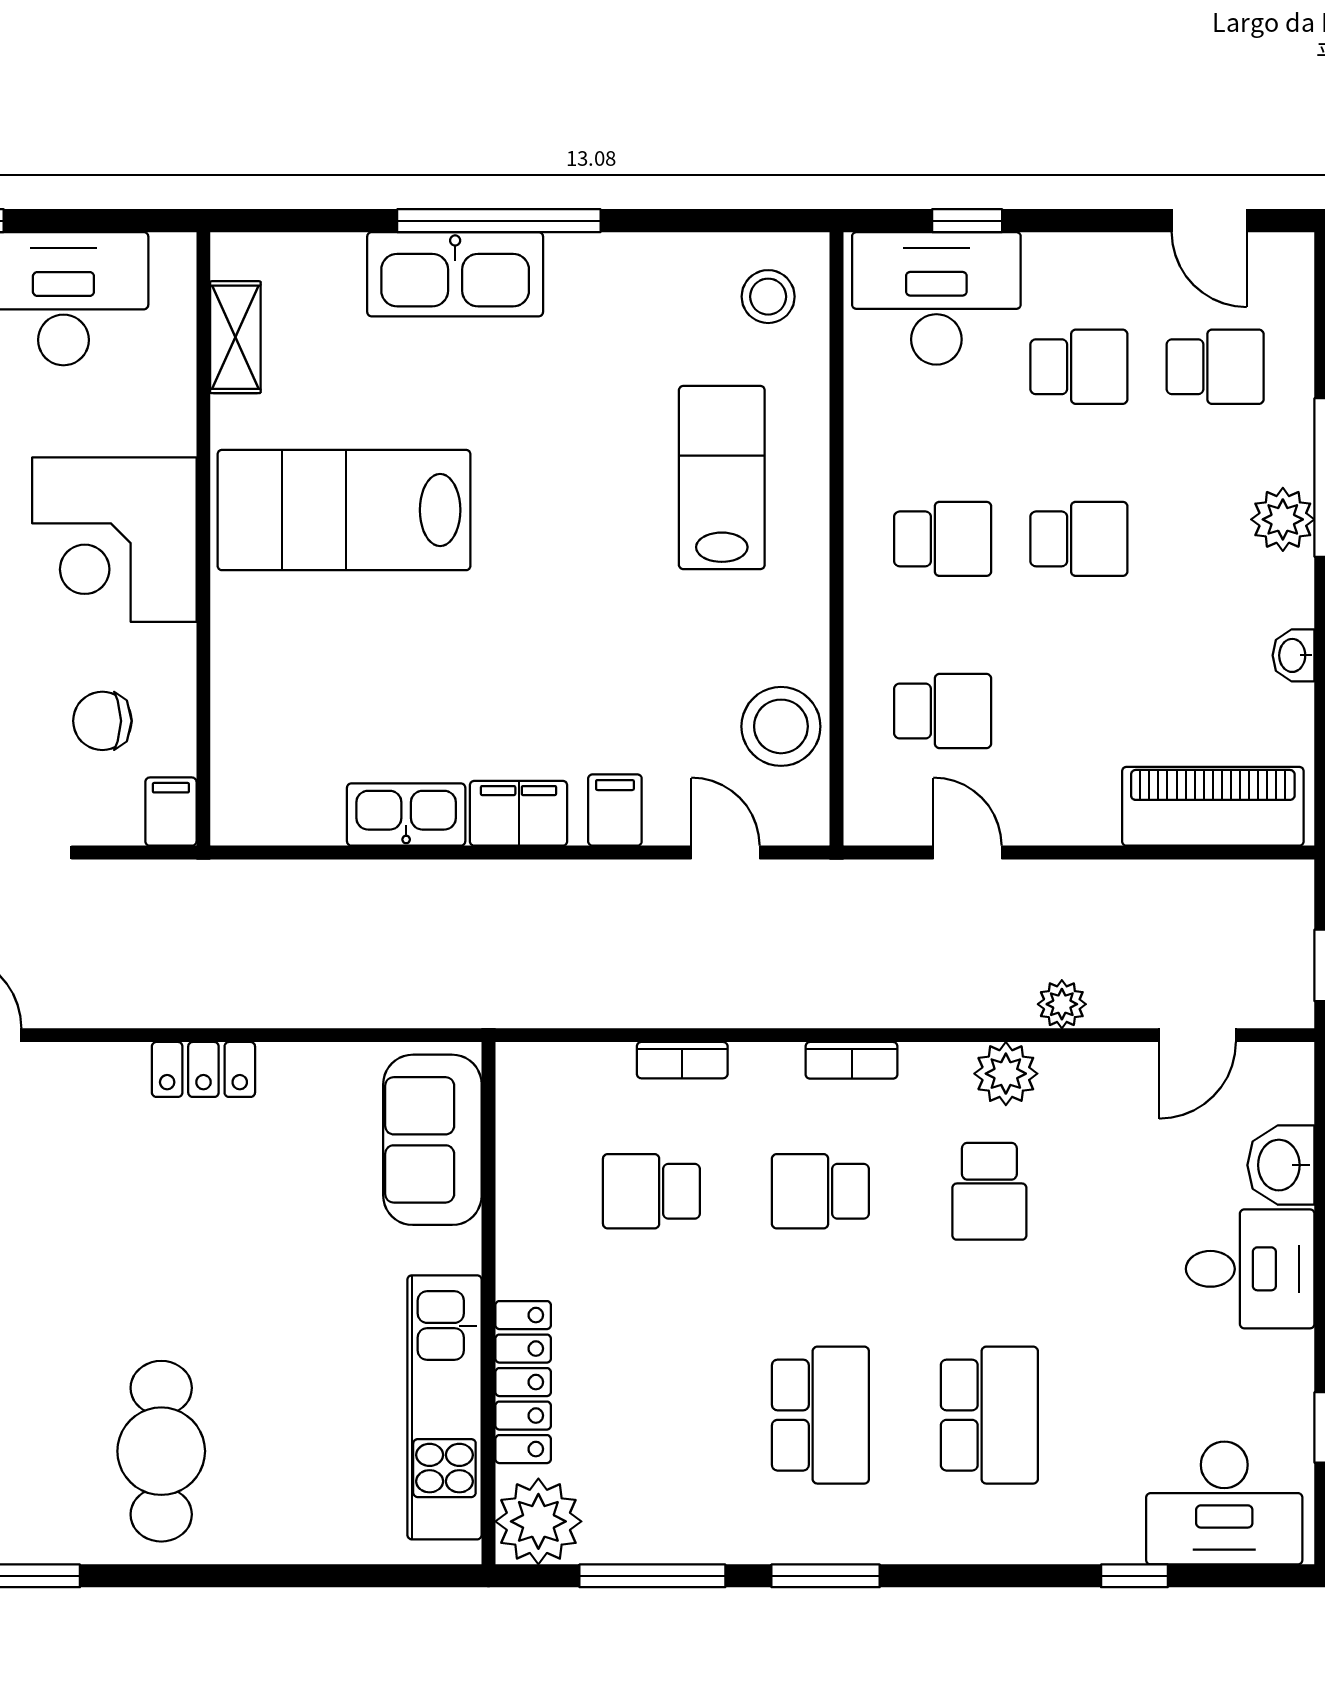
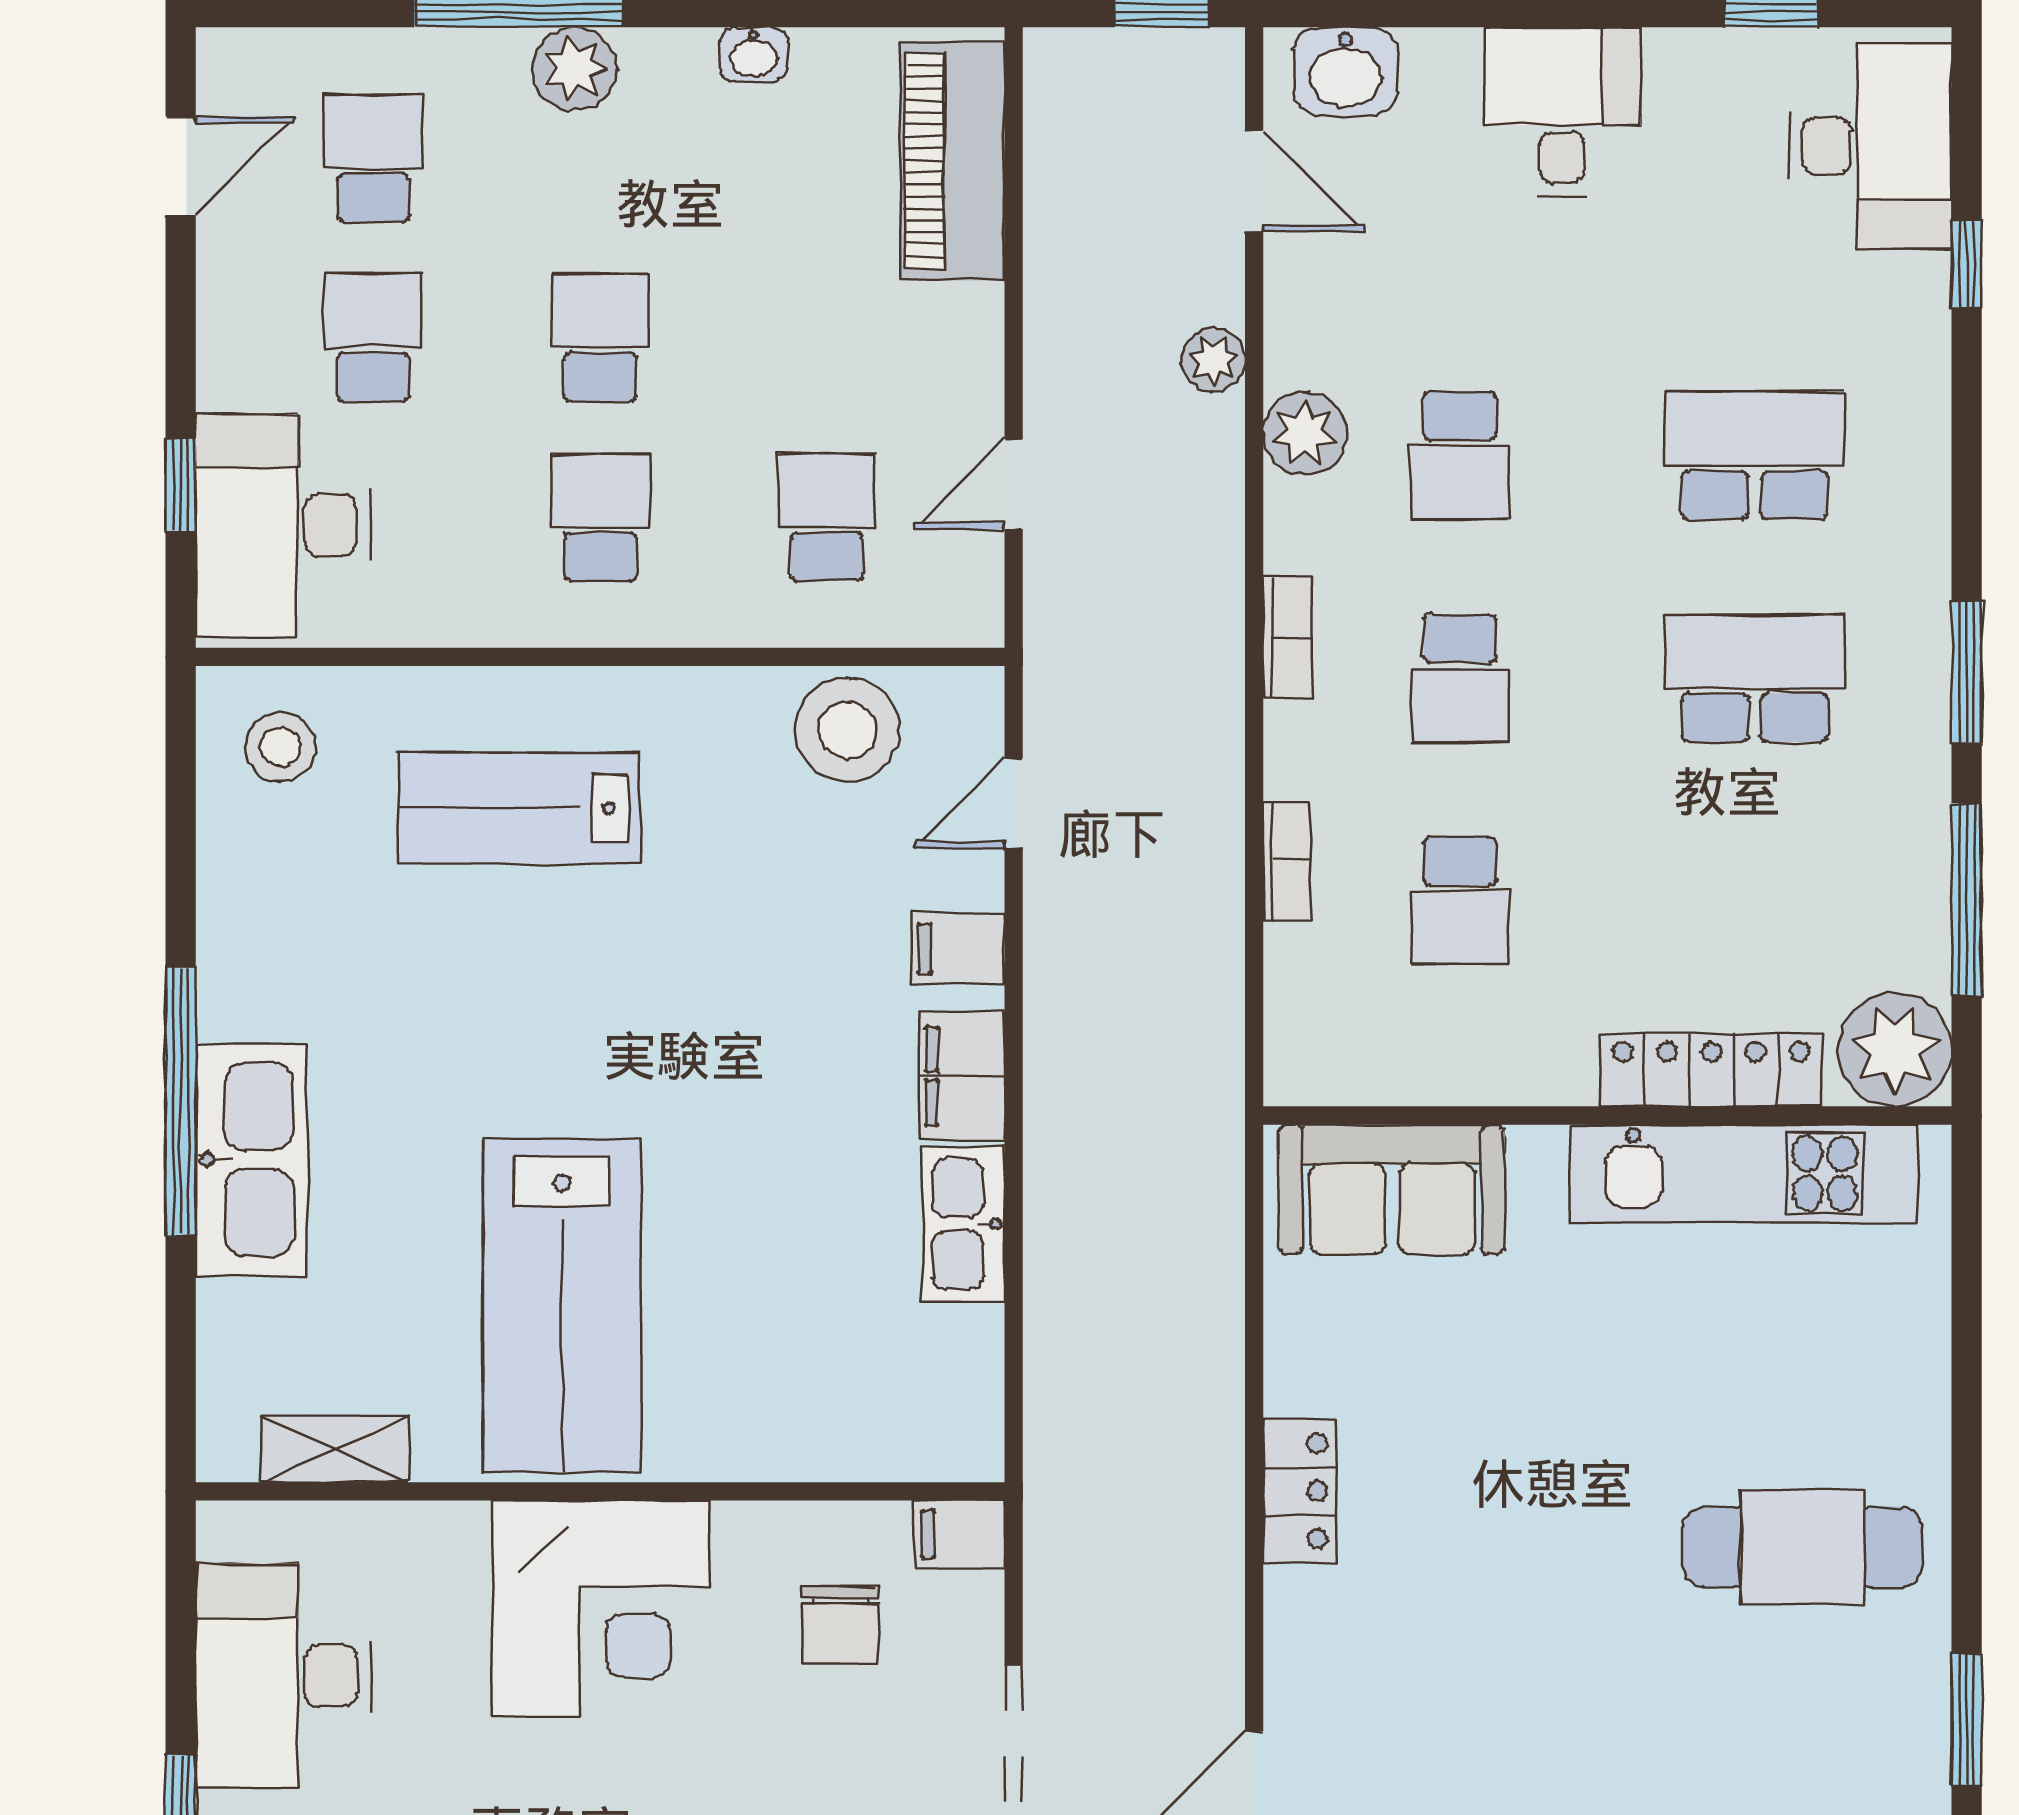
washbasin: (1281, 1165) -> (1346, 71), moved
school desk: (989, 1191) -> (1460, 455), turned 90

